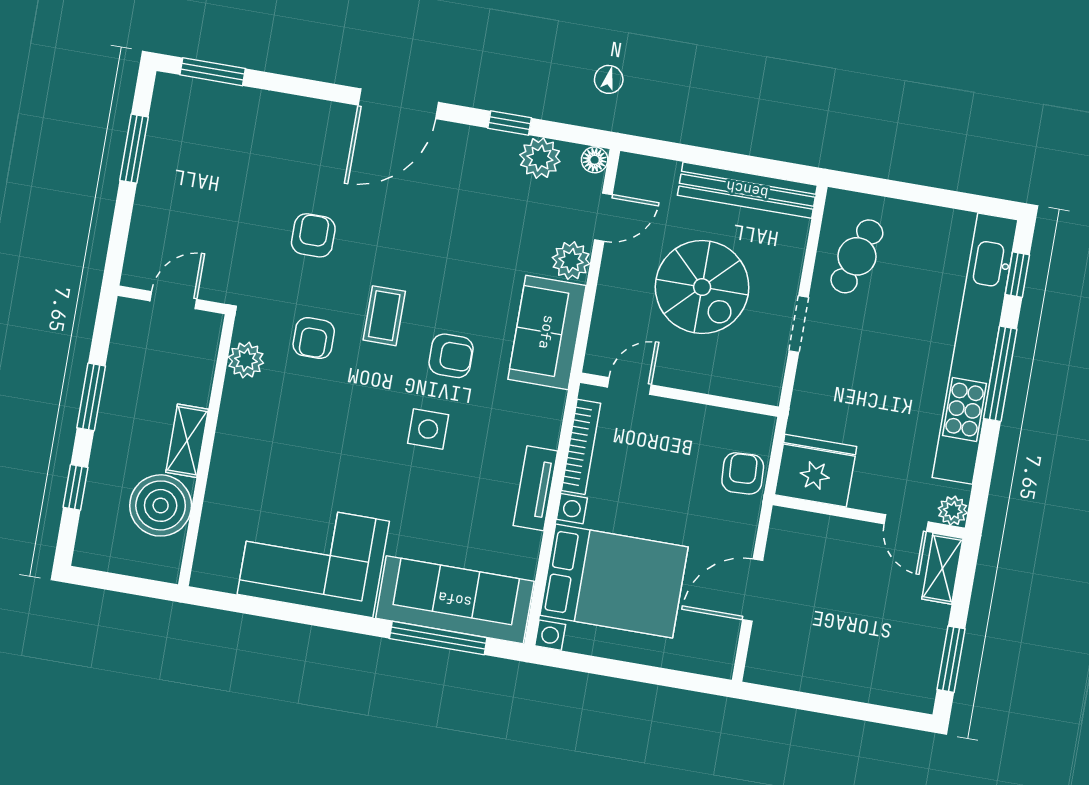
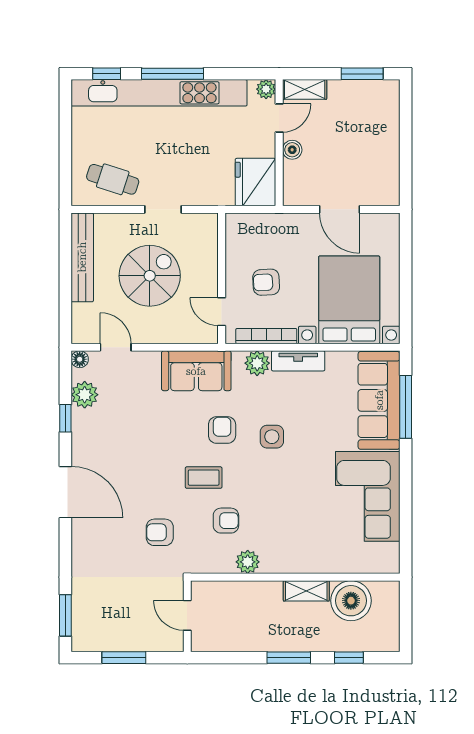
plant: (571, 261) -> (257, 363), moved
wall: (172, 300) -> (187, 616), moved
door: (173, 300) -> (187, 615), moved
armchair: (743, 473) -> (266, 282), moved
boiler: (855, 534) -> (292, 150), added

